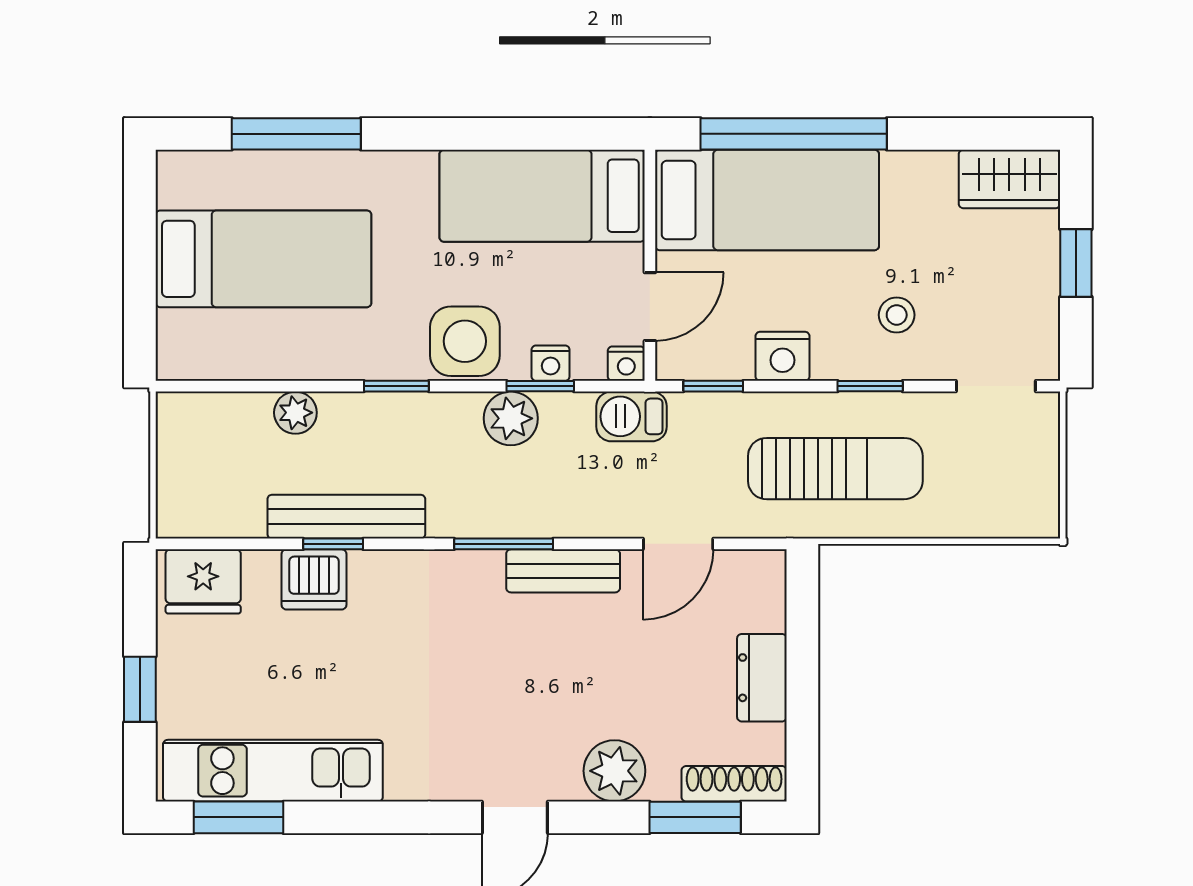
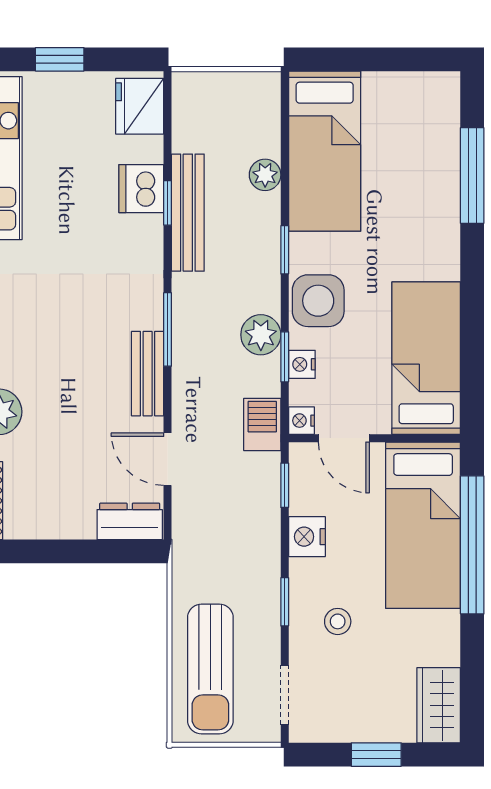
bed: (263, 259) -> (325, 151), moved
sun lounger: (835, 469) -> (210, 669), moved
dresser: (762, 678) -> (130, 521), moved

